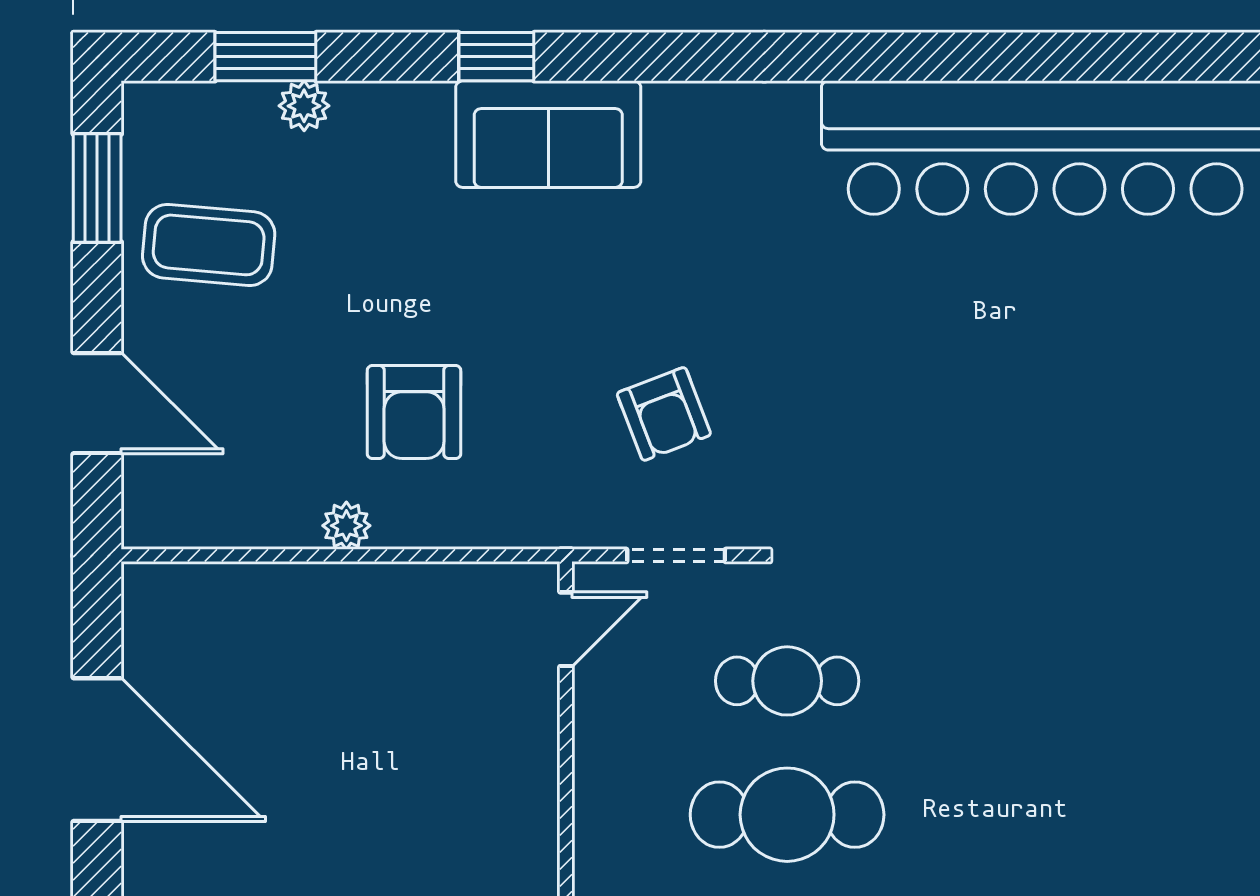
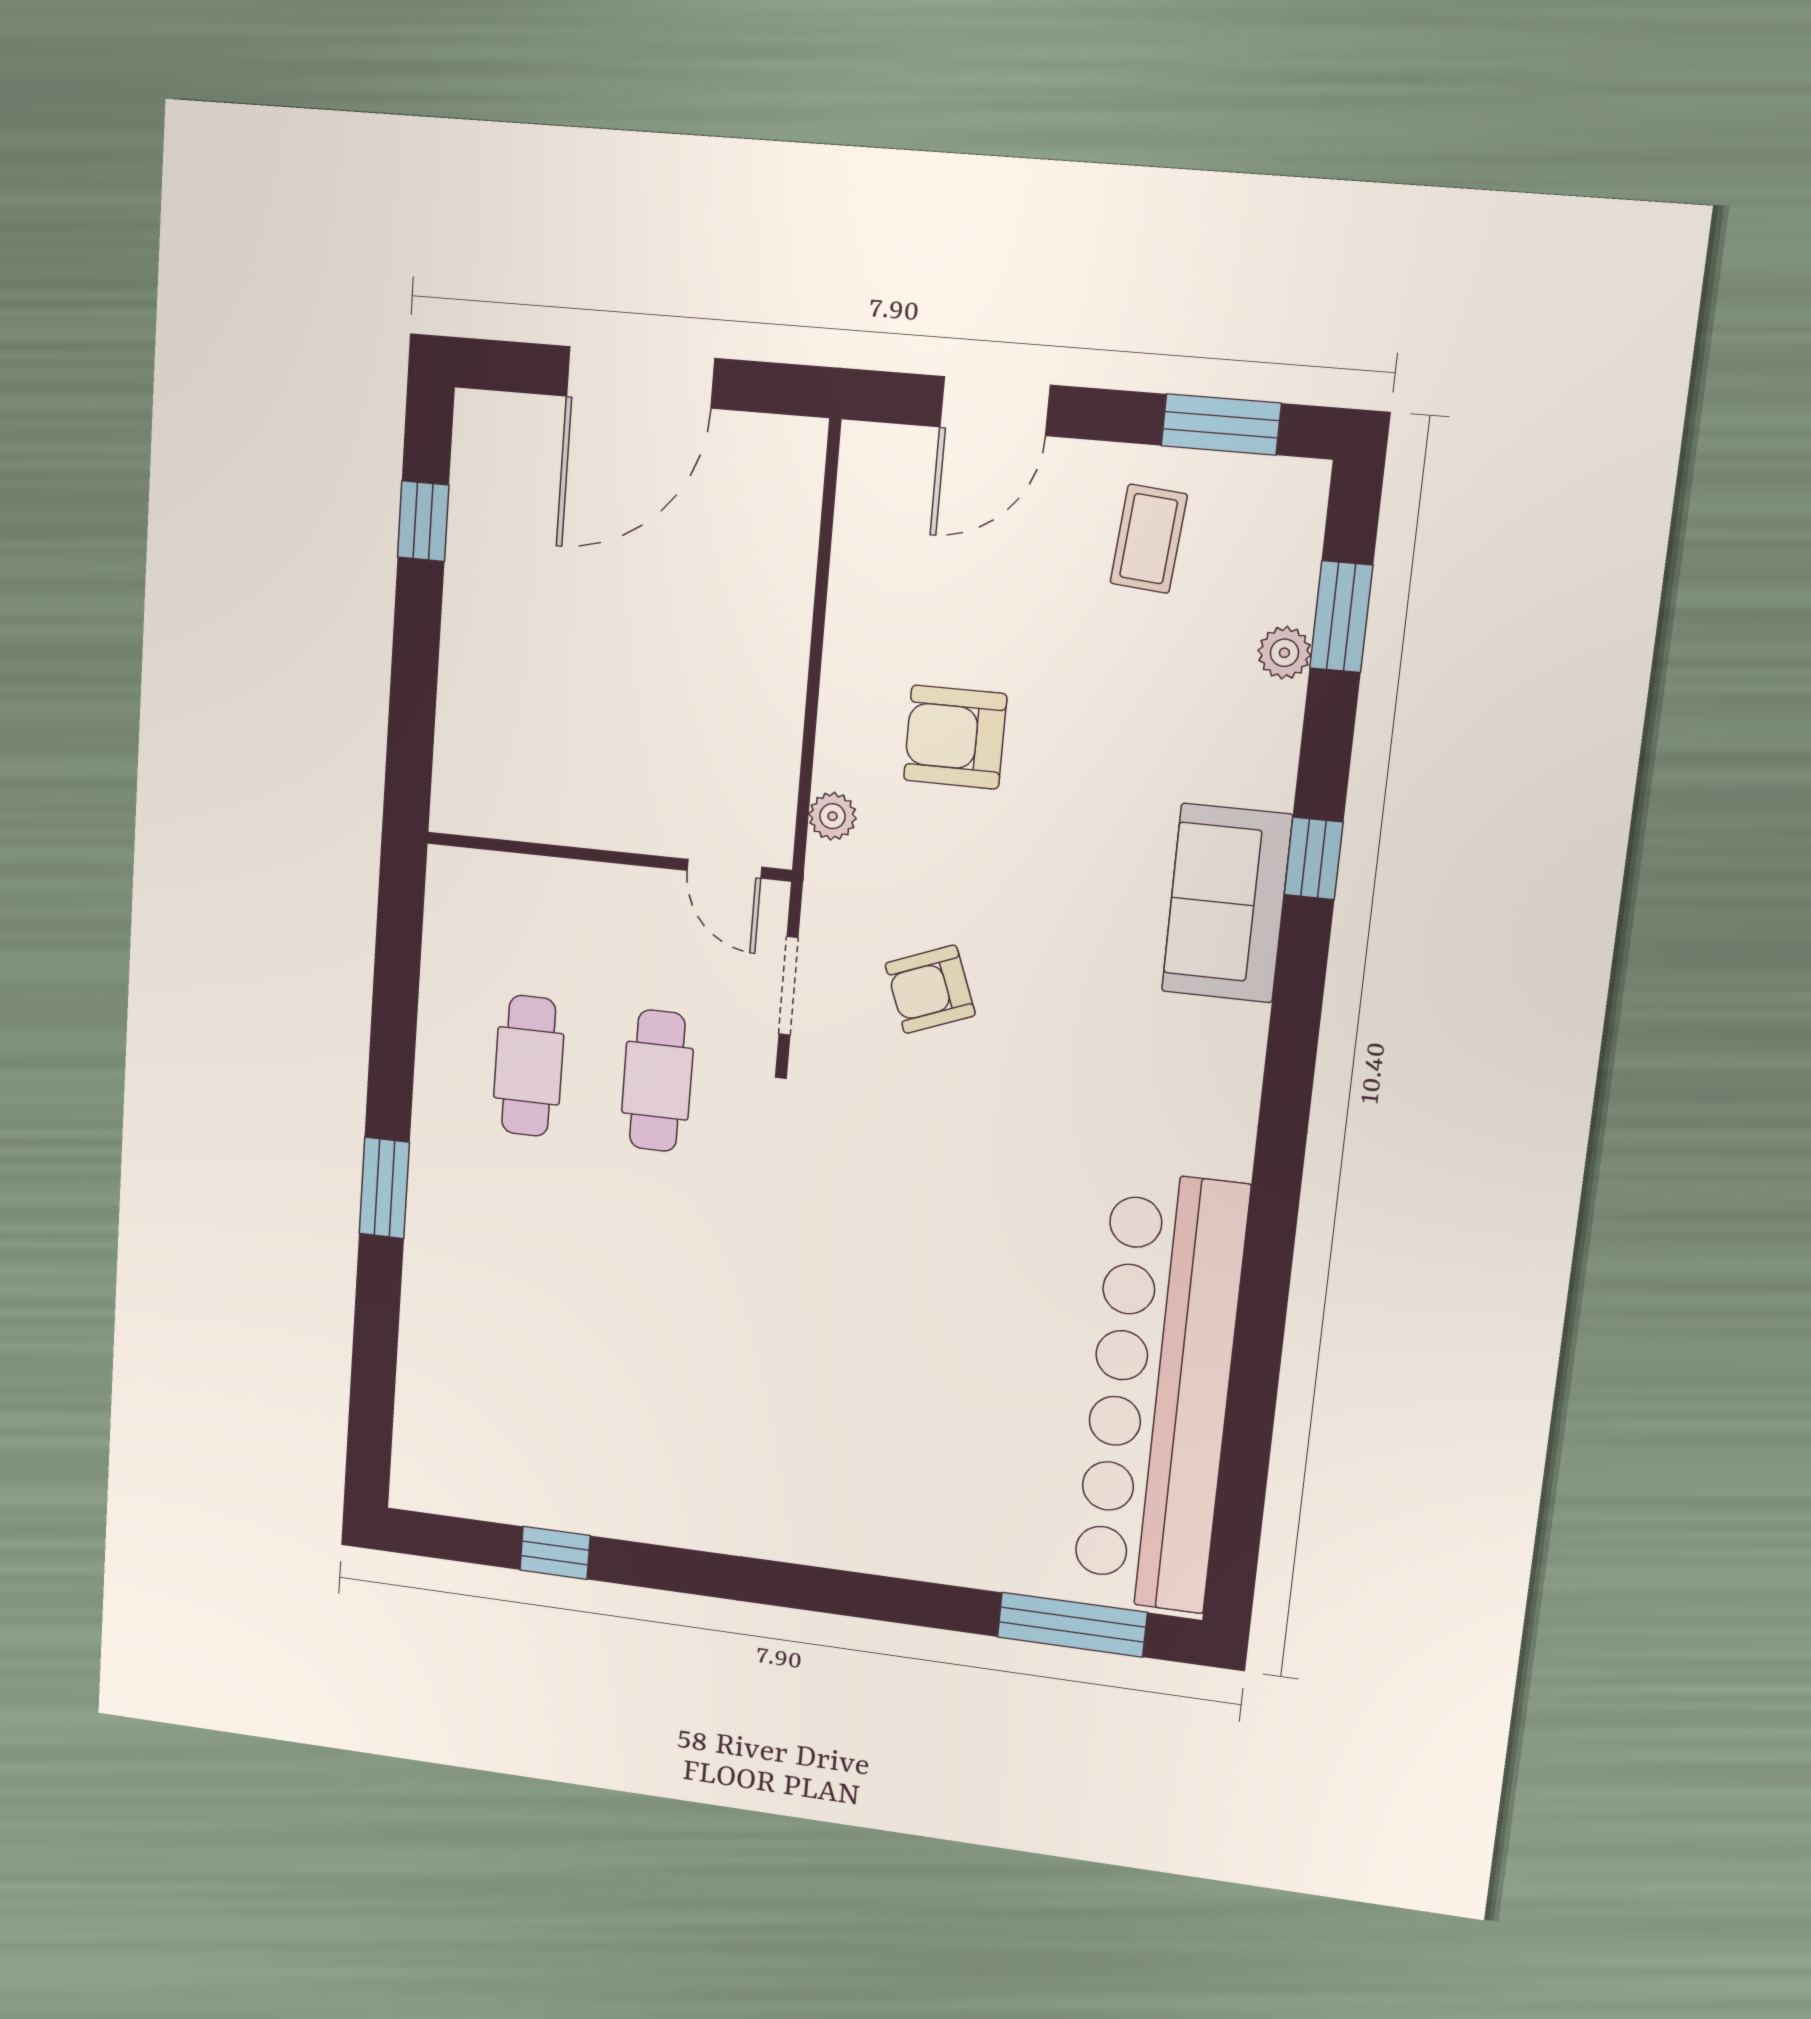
coffee table: (209, 245) -> (1149, 539), width x0.73, depth x0.77
plant: (346, 526) -> (832, 816), moved
cafe table: (787, 815) -> (529, 1066), width x0.73, depth x0.74

